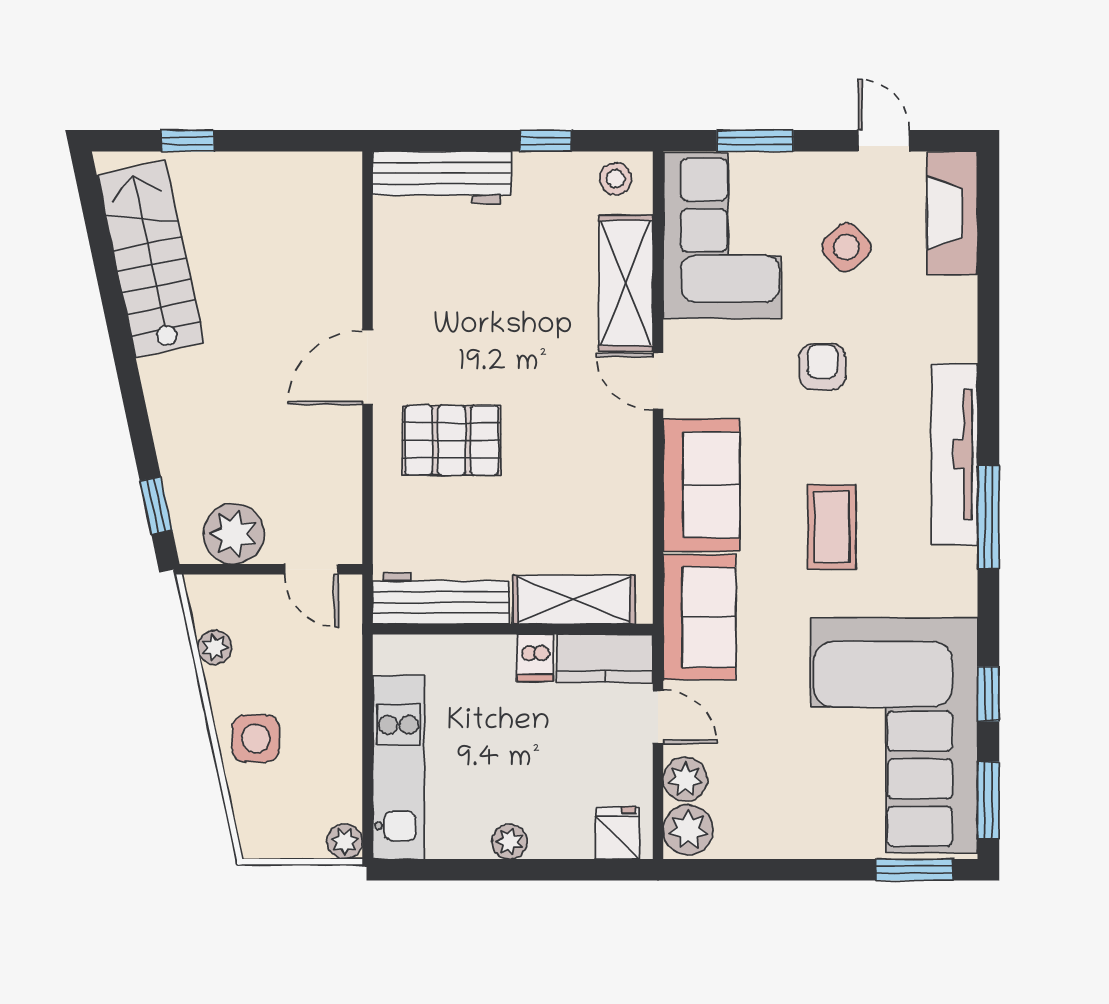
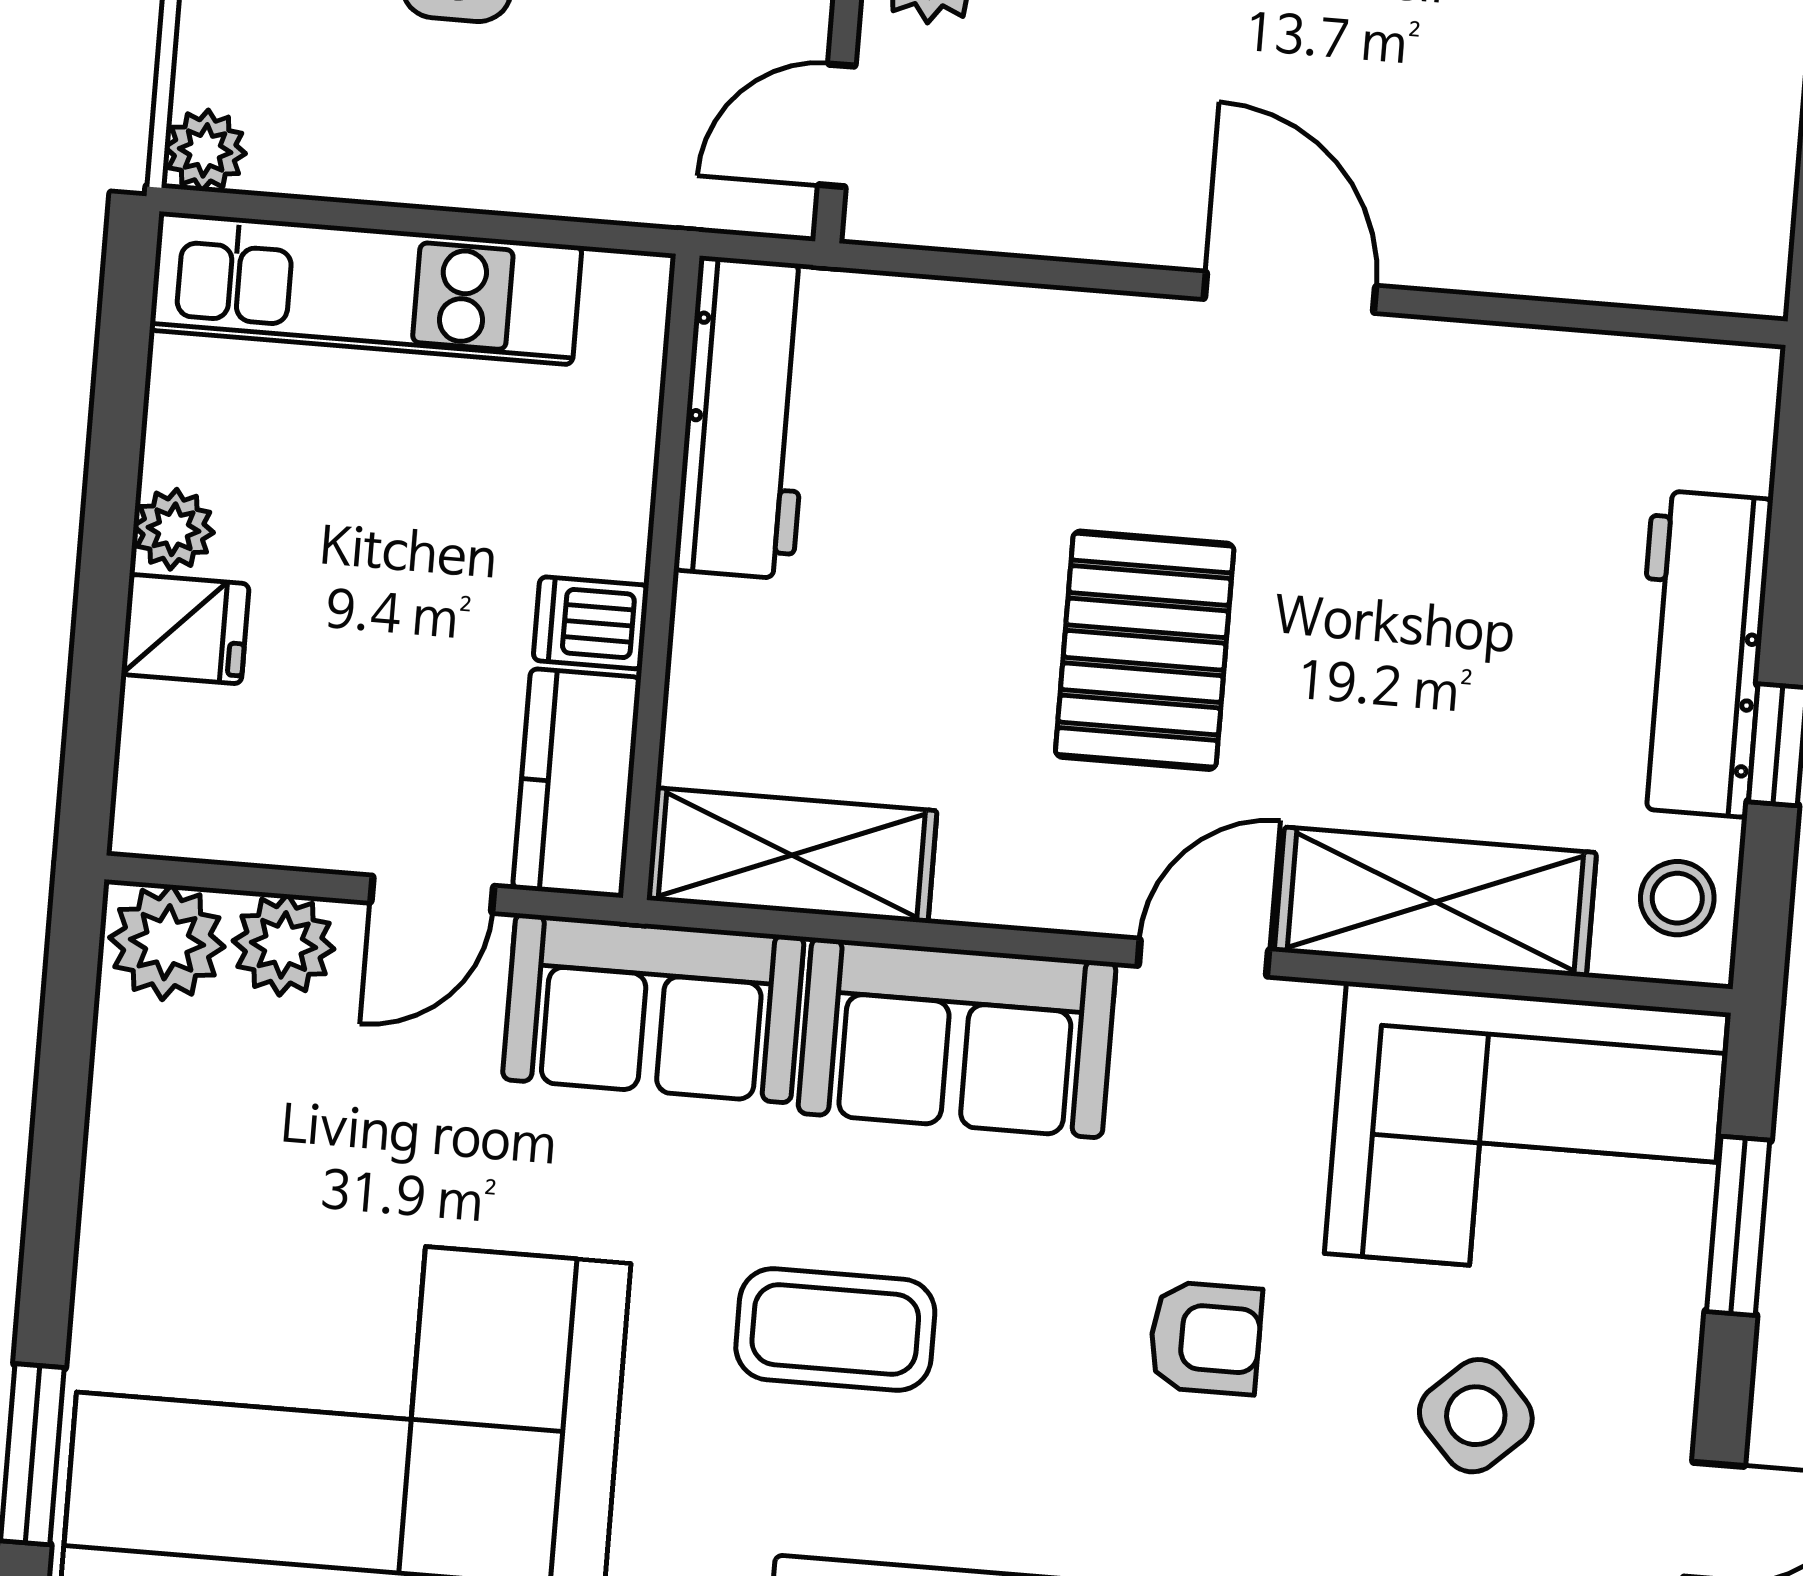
workbench: (442, 177) -> (1700, 654), moved
pallet: (452, 440) -> (1145, 650), moved
shelving: (574, 600) -> (792, 855), moved, turned 90
fridge: (617, 833) -> (185, 629), moved

